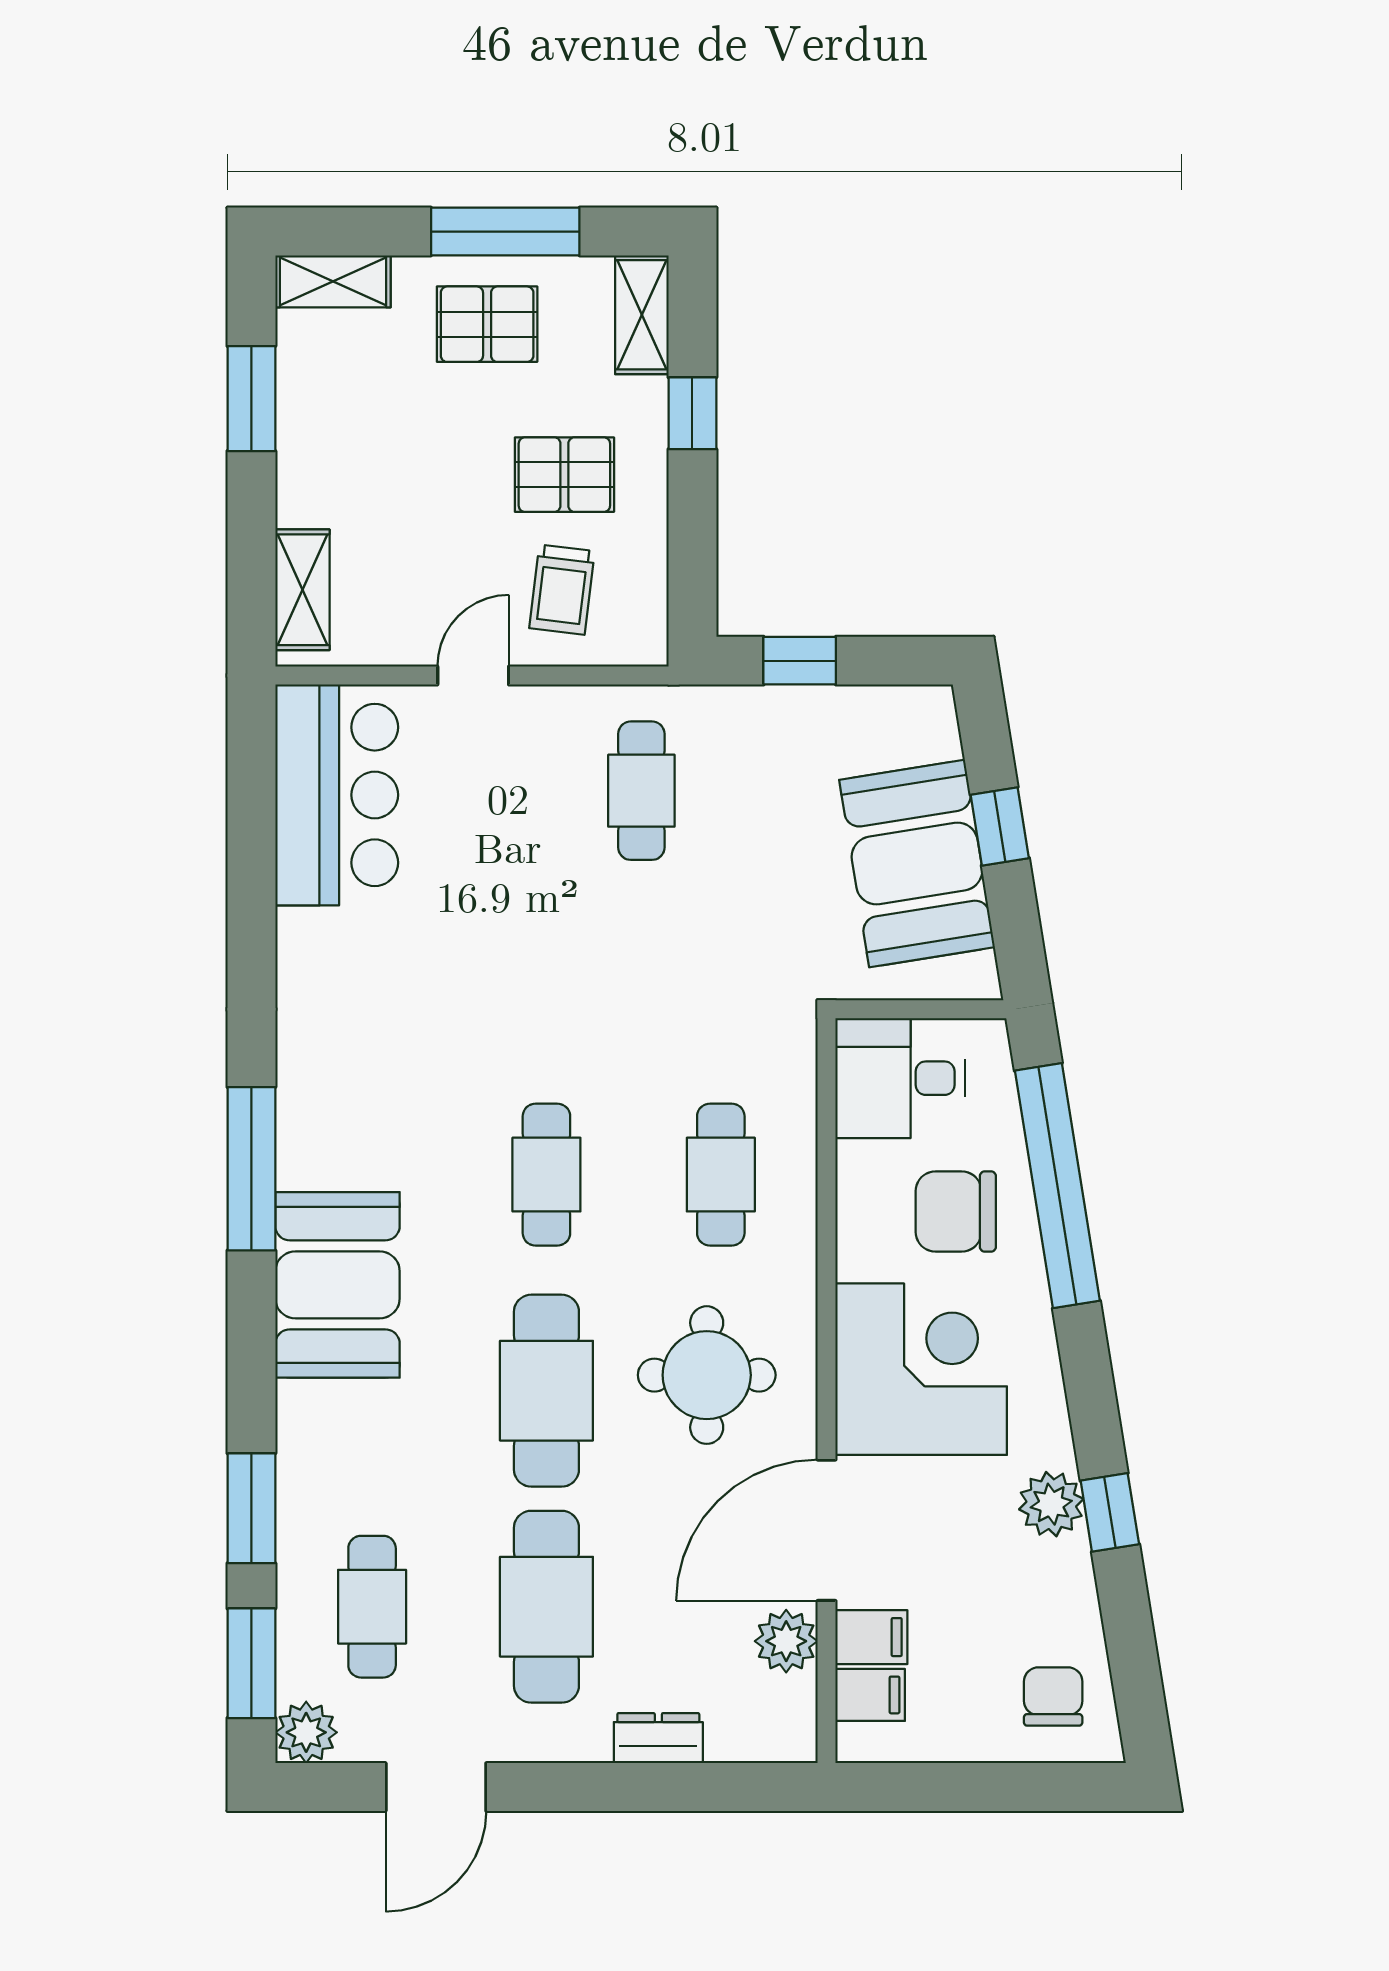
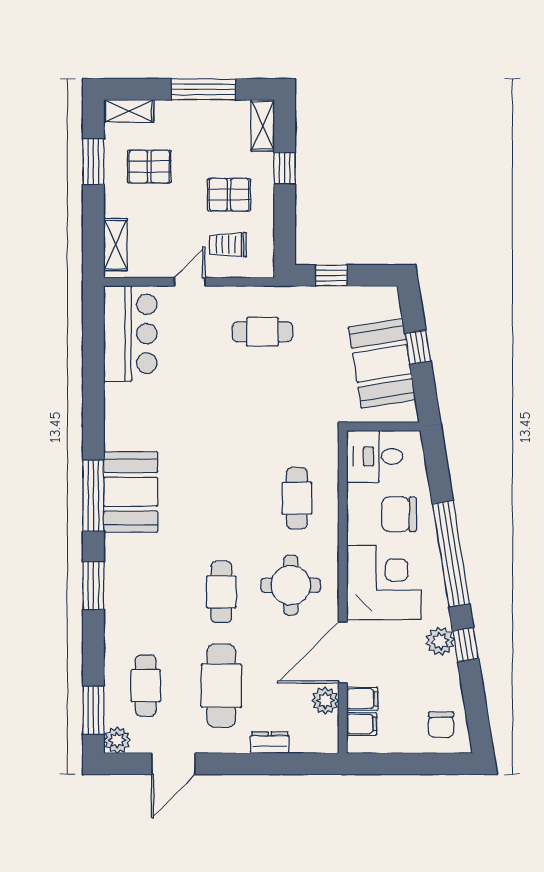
pallet: (487, 324) -> (149, 167), moved
trolley: (562, 590) -> (228, 245), turned 83
cafe table: (641, 791) -> (262, 332), turned 90
cafe table: (546, 1175) -> (221, 498), removed
window: (1057, 1186) -> (451, 554), moved
booth: (338, 1285) -> (131, 492), moved
cafe table: (546, 1391) -> (221, 592), width x0.73, depth x0.74
window: (251, 1508) -> (93, 586), moved
chair: (1053, 1697) -> (441, 725), turned 180

